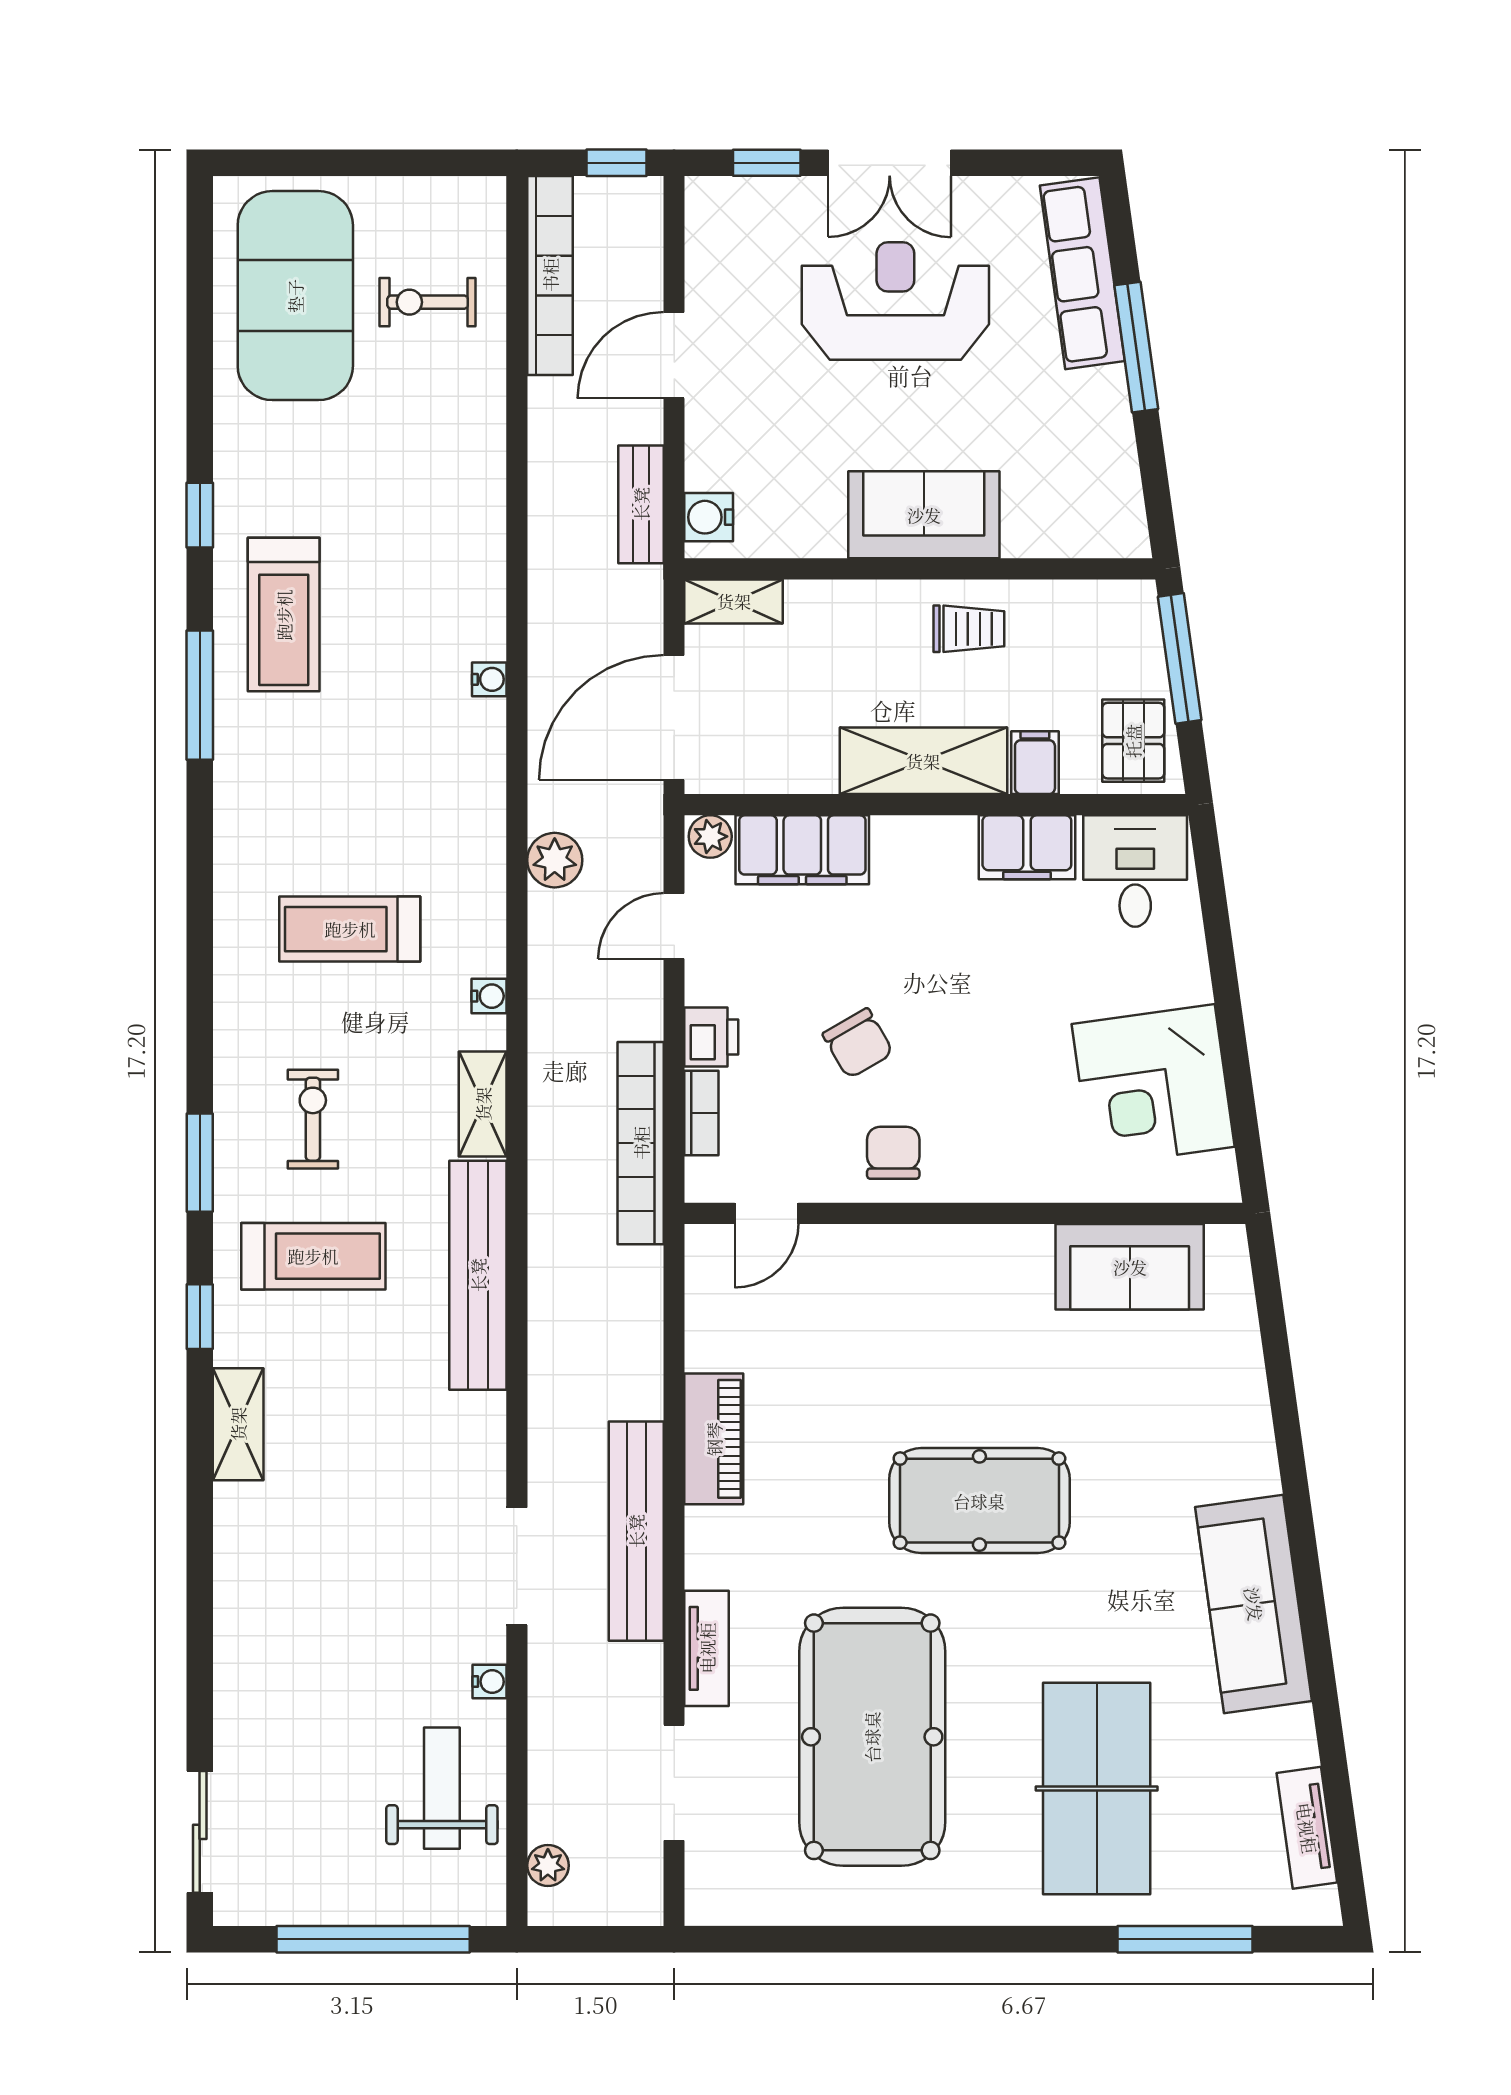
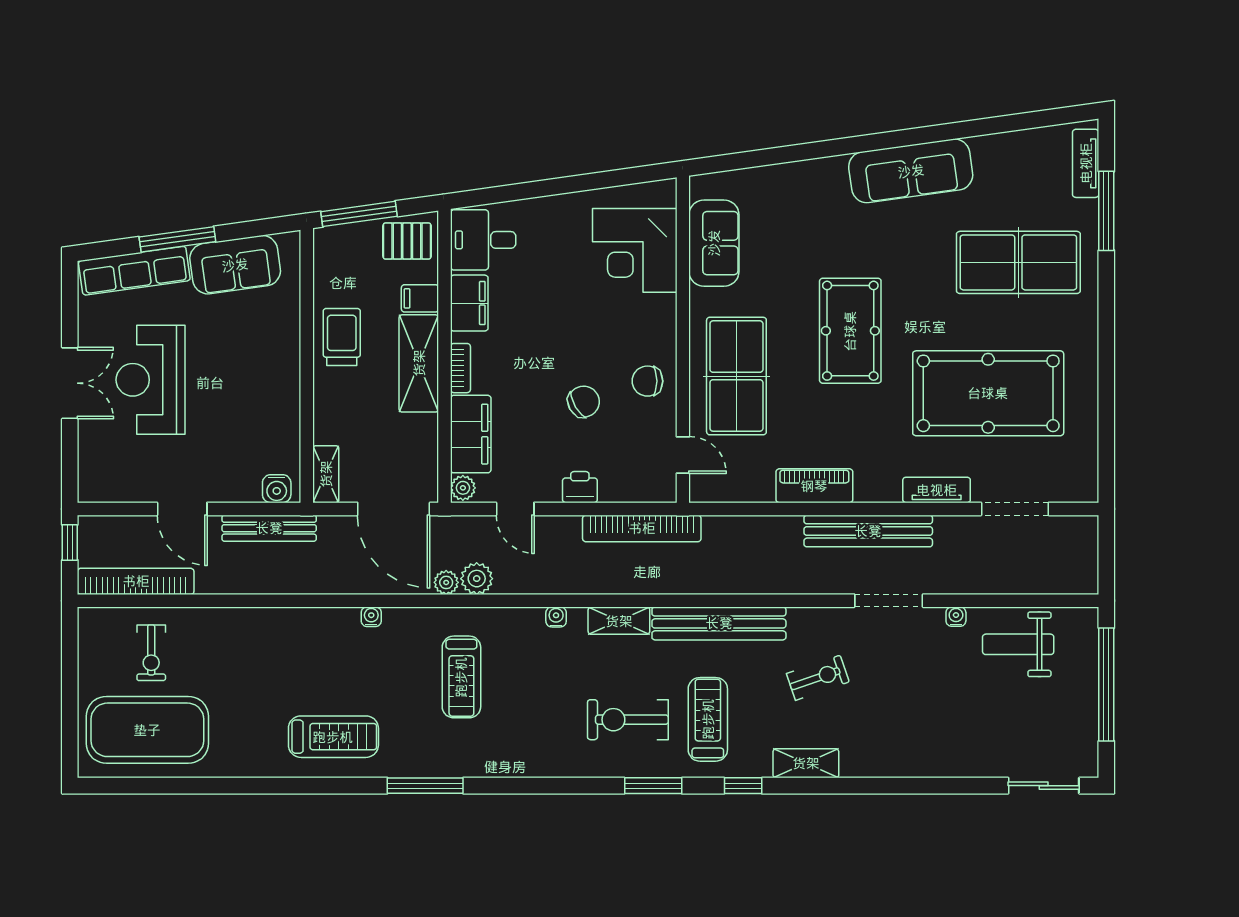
window: (767, 163) -> (70, 455), removed
bench: (641, 504) -> (269, 528), width x1.36
window: (200, 515) -> (275, 786), removed
sofa: (924, 515) -> (235, 265), moved, turned -98
trolley: (969, 629) -> (342, 337), width x1.36, depth x1.39
window: (200, 695) -> (425, 786), moved
treadmill: (350, 929) -> (461, 677), moved
corner desk: (1153, 1085) -> (635, 250), moved, turned 98
bookcase: (701, 1113) -> (460, 368), moved, turned 90
exercise bike: (313, 1119) -> (628, 720), width x1.38, depth x1.39
table tennis table: (902, 1305) -> (736, 376), added
exercise bike: (385, 1445) -> (818, 678), added
tv unit: (1307, 1828) -> (1086, 163), moved, turned 98
plant: (548, 1865) -> (446, 582), moved

